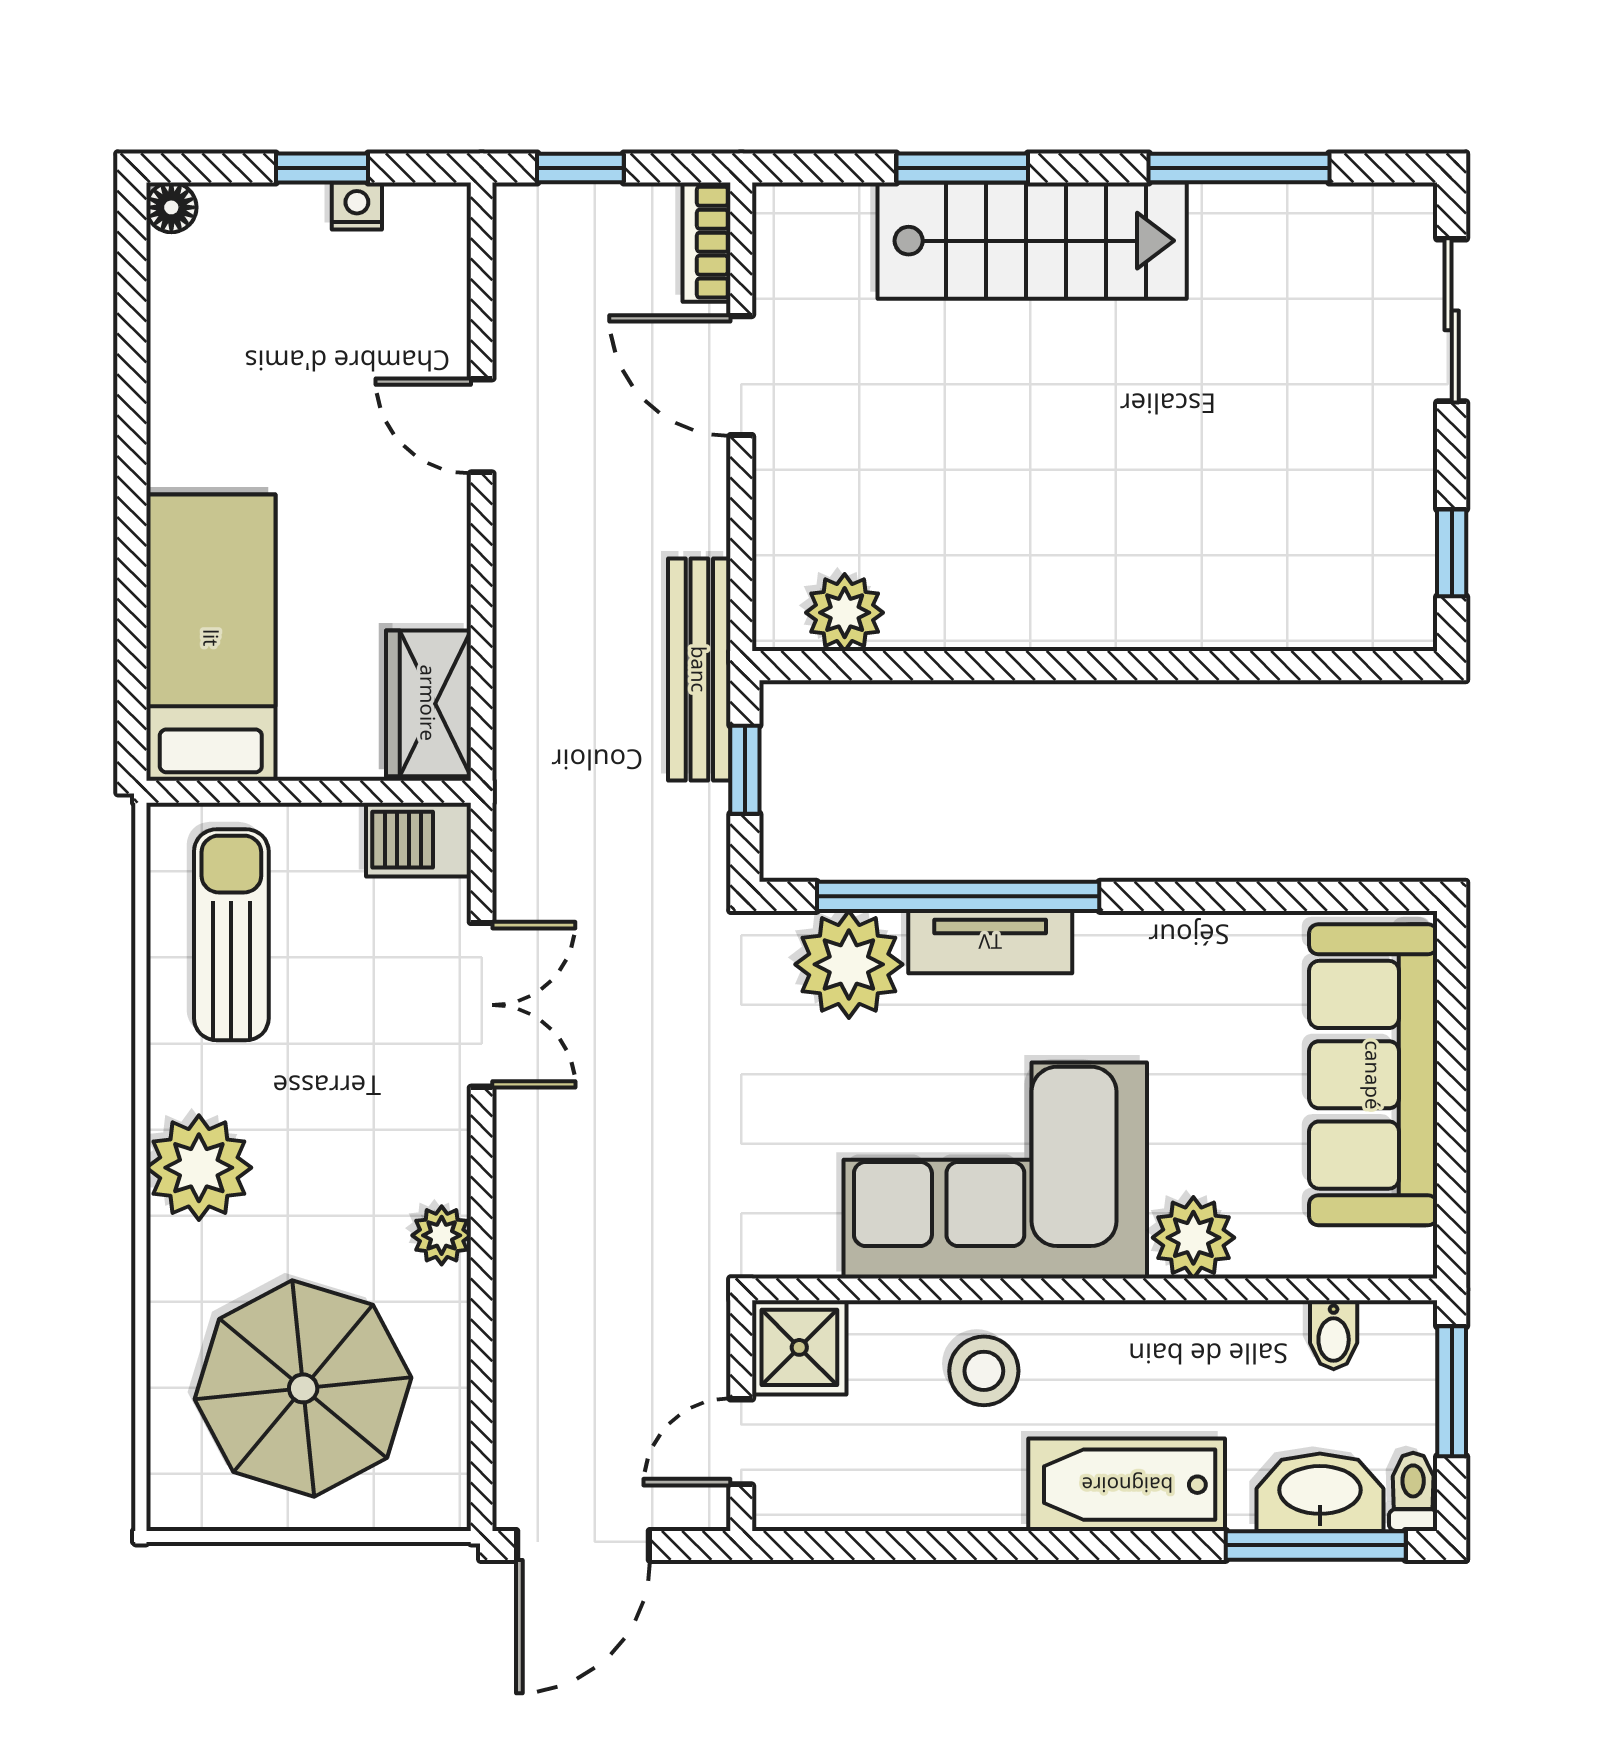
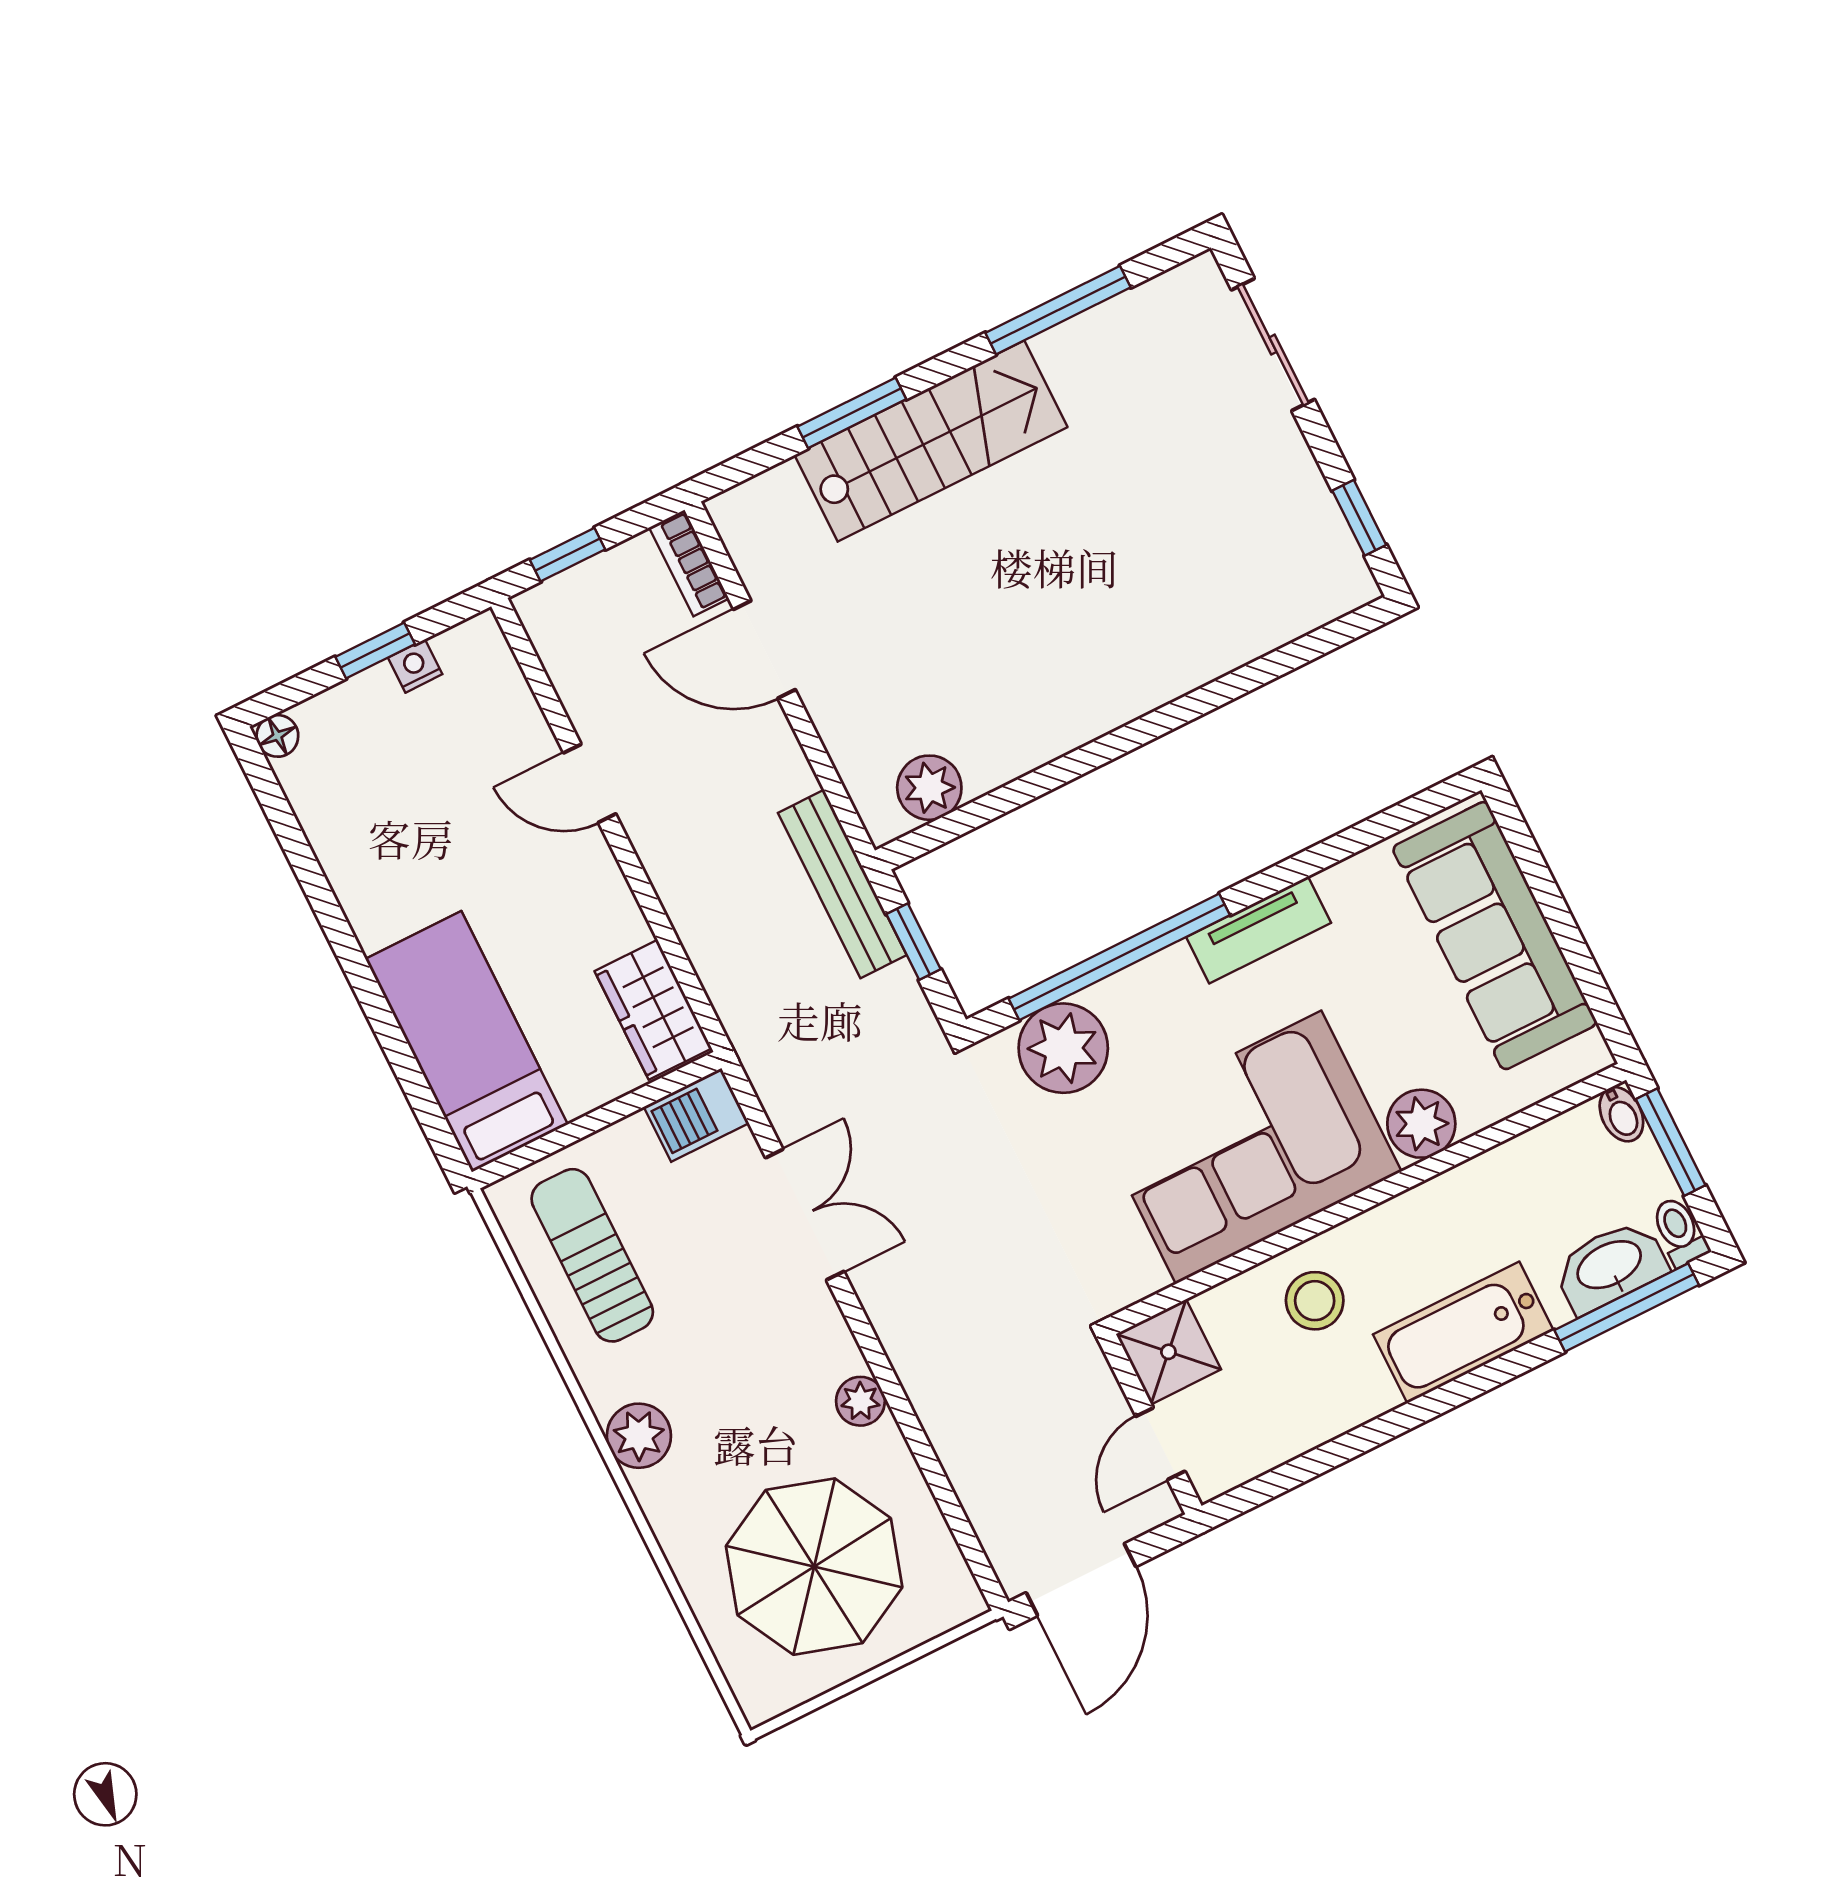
tv unit: (990, 942) -> (1259, 930), moved
plant: (199, 1168) -> (639, 1436), width x0.73, depth x0.73
bidet: (1334, 1335) -> (1621, 1114), moved

